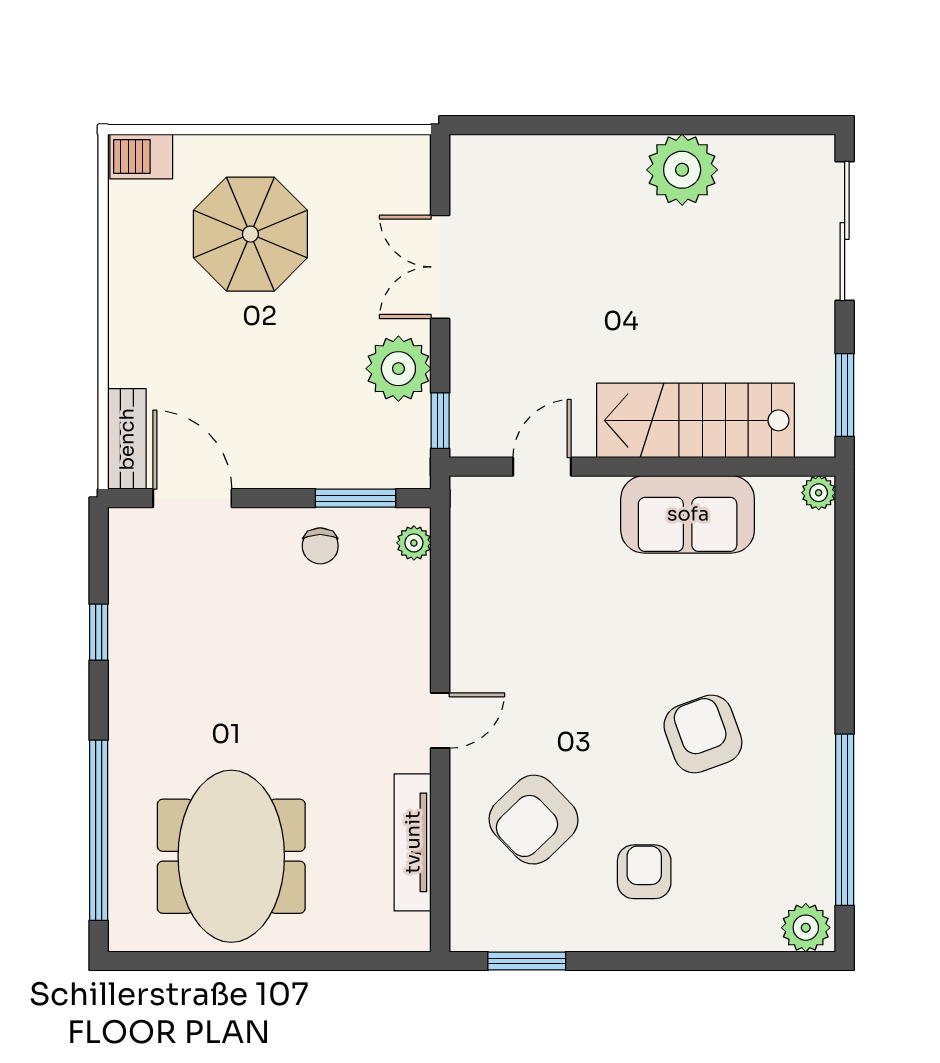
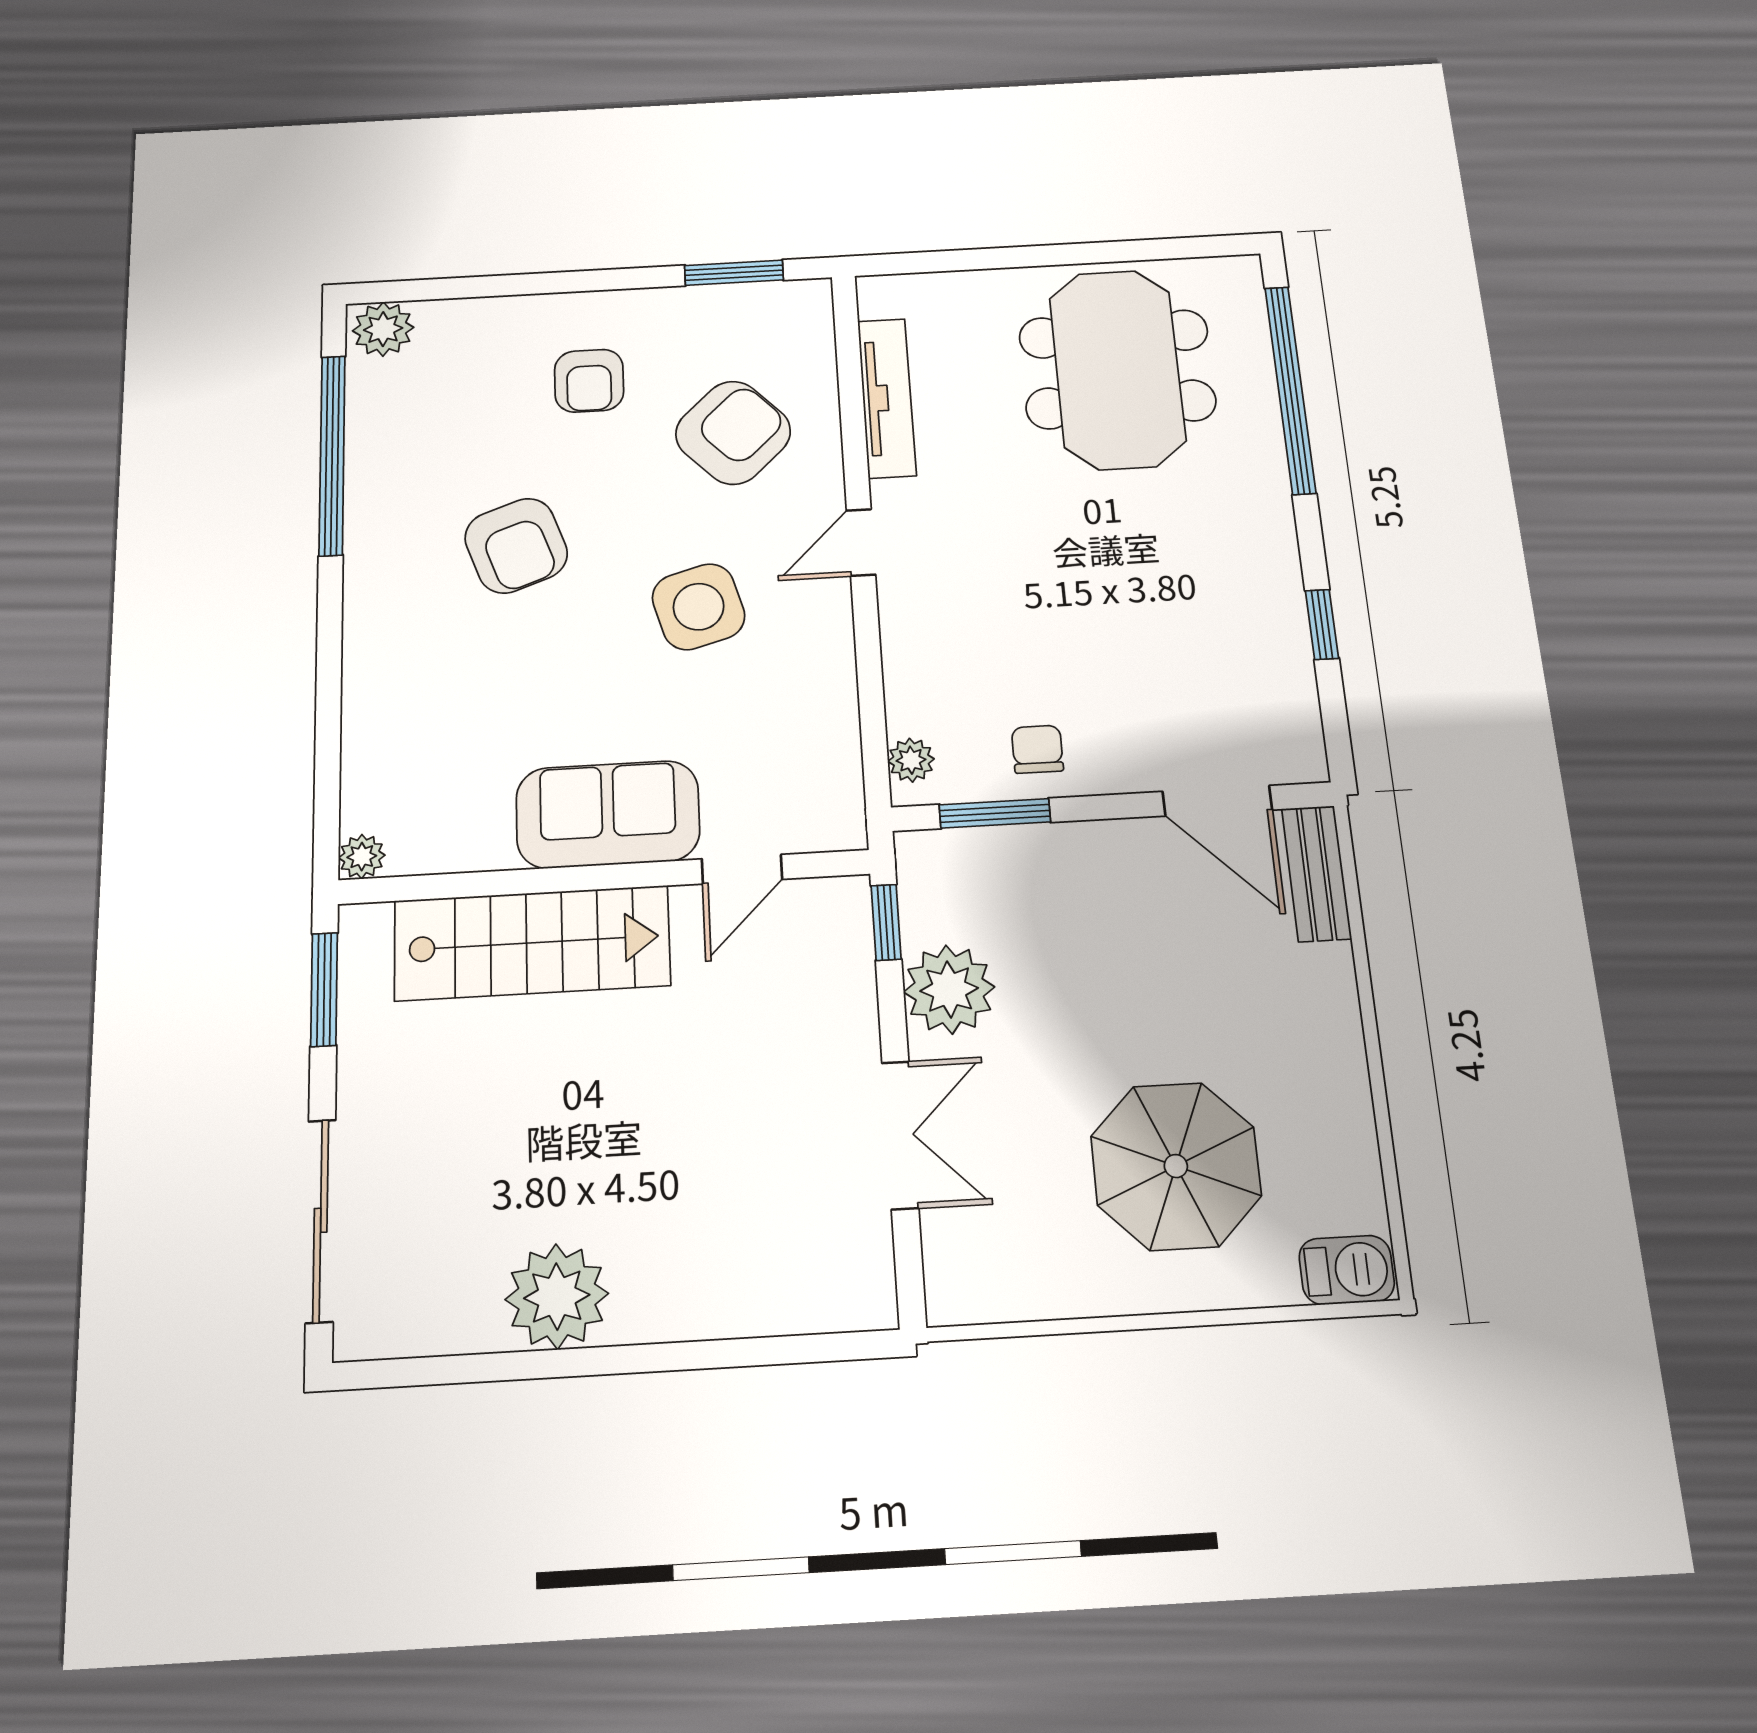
sofa: (688, 514) -> (608, 814), moved
side table: (566, 675) -> (699, 607), added

